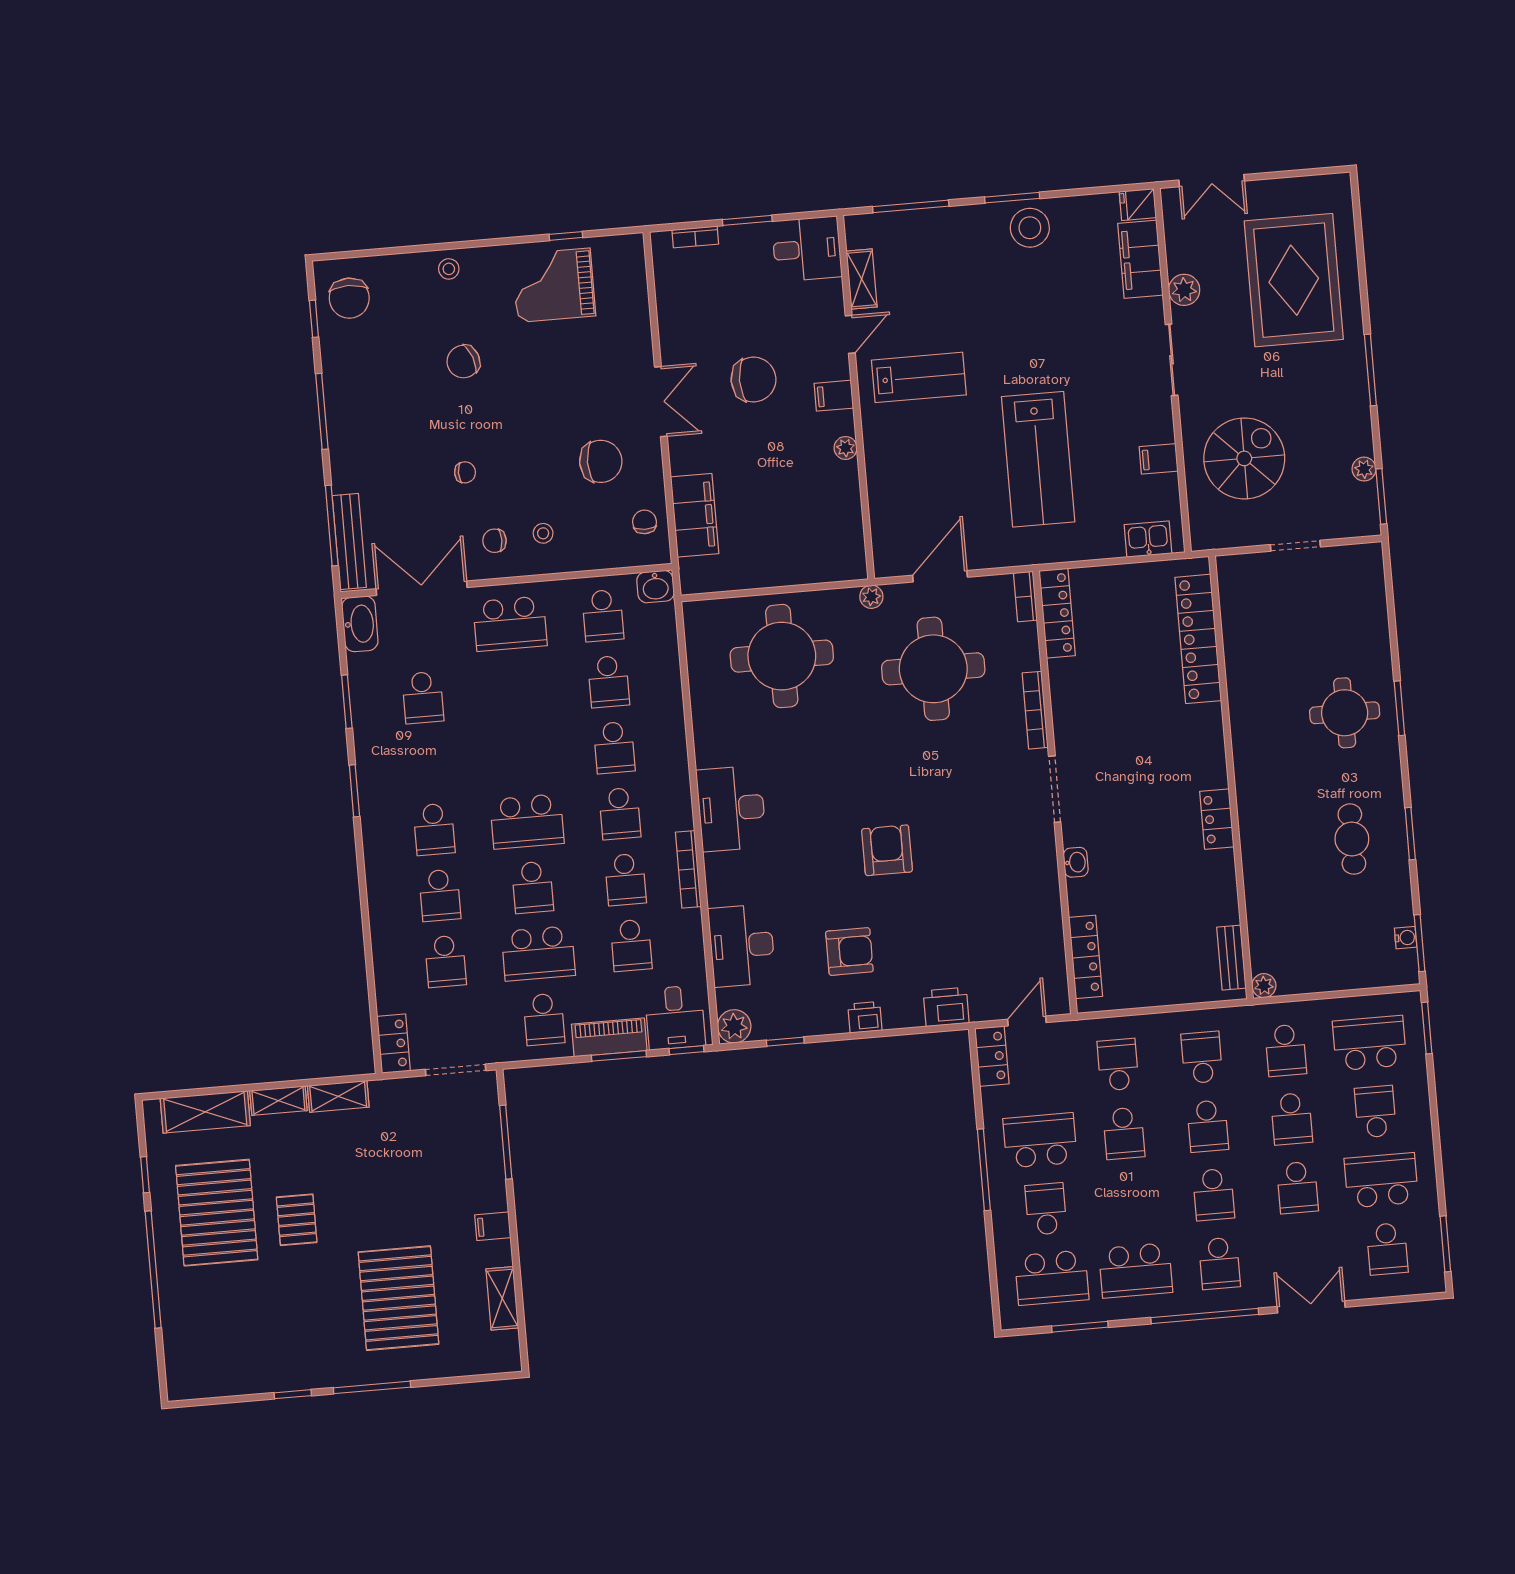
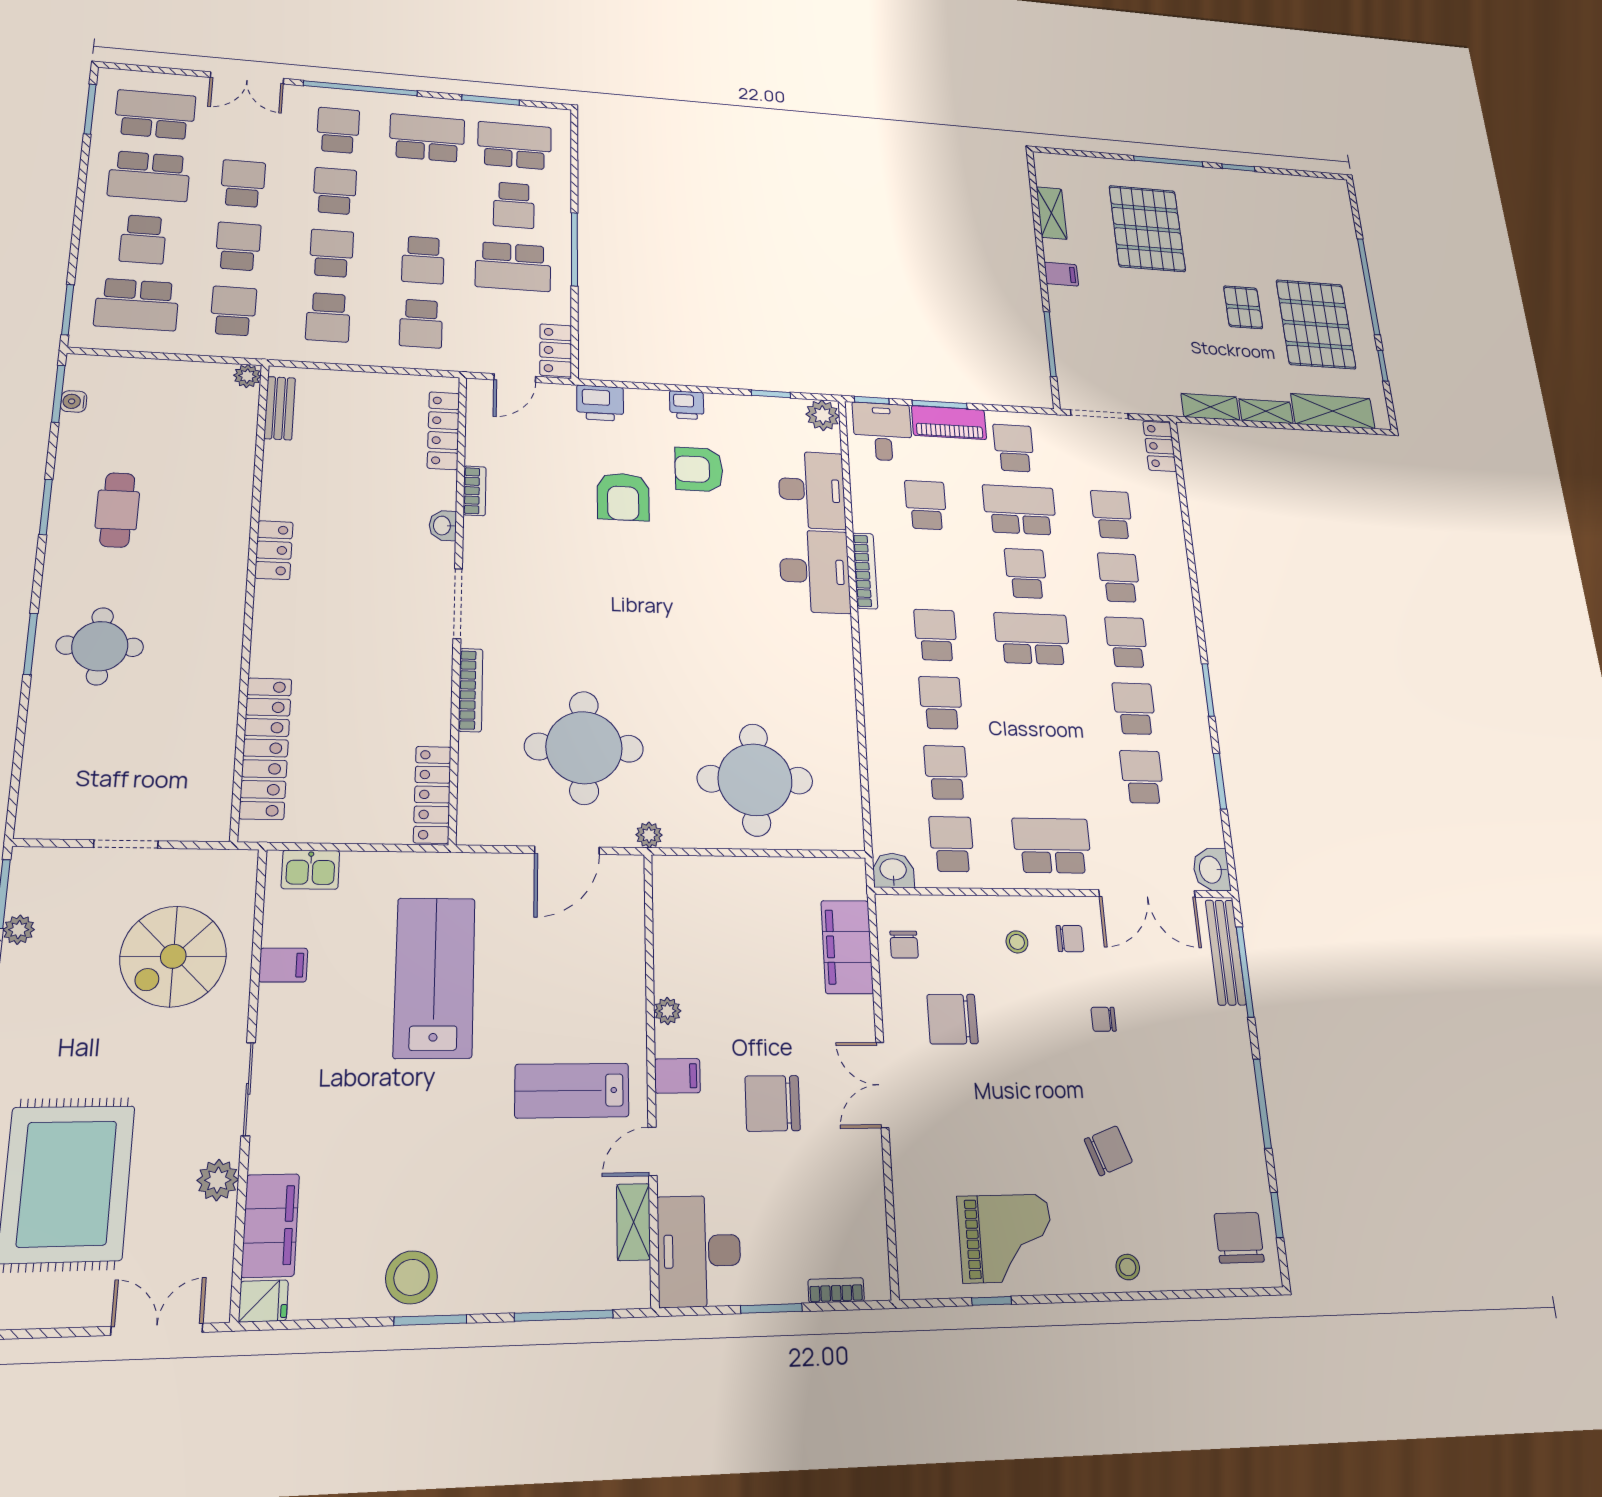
desk: (807, 249) -> (699, 1251), width x1.37
bookcase: (1025, 597) -> (475, 491), moved
washbasin: (360, 624) -> (1211, 870), width x0.72
desk: (731, 808) -> (815, 571), moved
armchair: (887, 850) -> (623, 497), moved
school desk: (626, 879) -> (1134, 709), moved
school desk: (1124, 1133) -> (423, 260), turned 180
school desk: (1387, 1249) -> (155, 115), width x1.85

